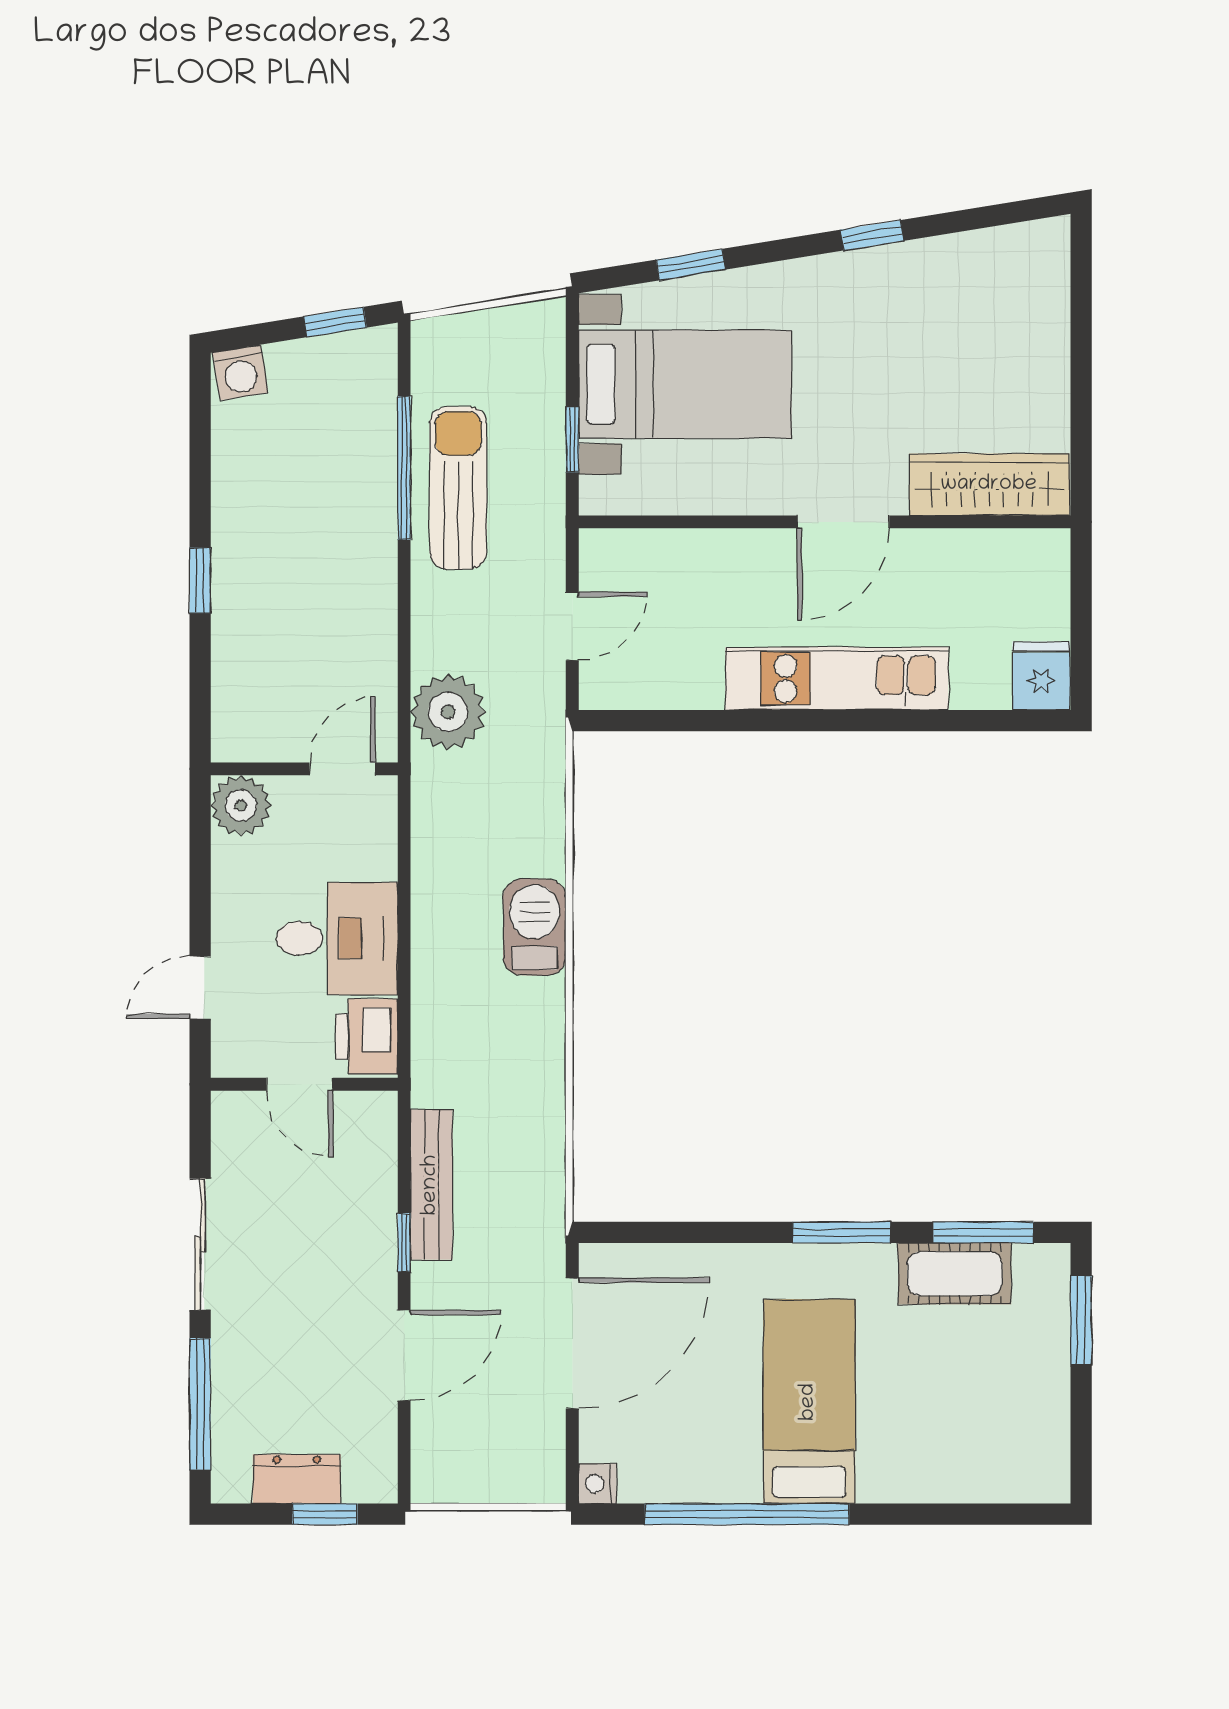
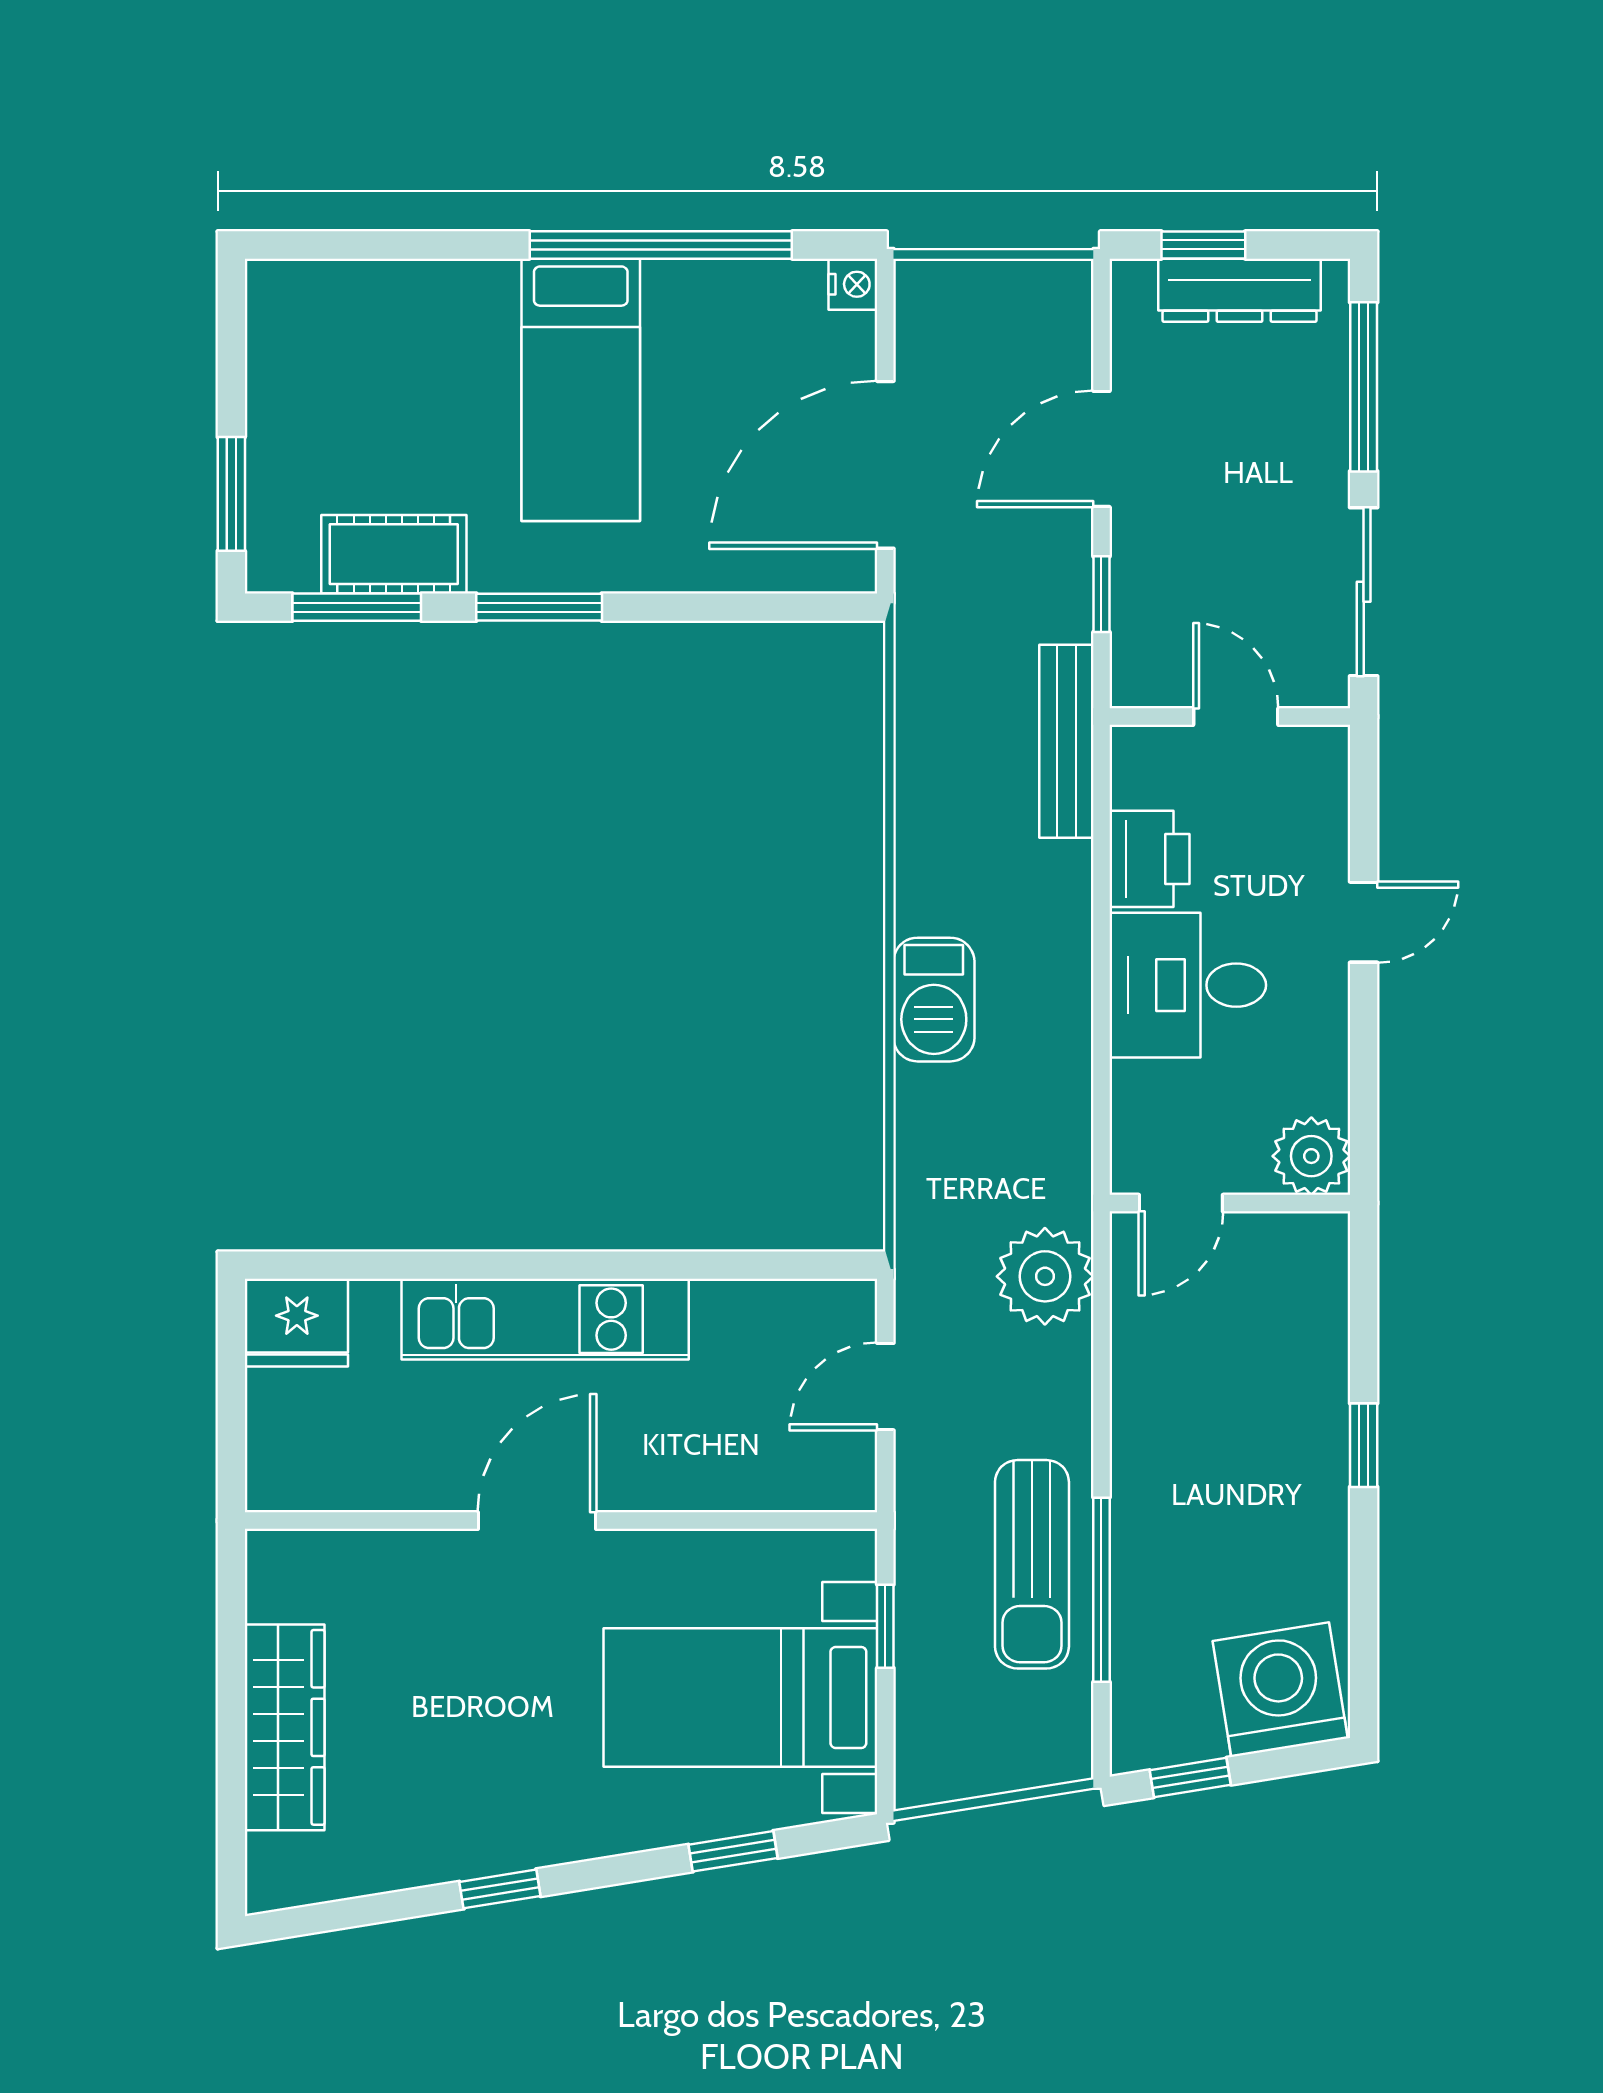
washing machine: (240, 372) -> (1280, 1690), width x1.89, depth x1.89
wardrobe: (989, 485) -> (285, 1727), moved, turned -90
fridge: (1041, 676) -> (297, 1323), width x1.38
door: (300, 1084) -> (1236, 717), moved
wall: (304, 1084) -> (1230, 717), moved
bench: (431, 1185) -> (1066, 741), moved
dresser: (297, 1479) -> (1240, 290), width x1.44

